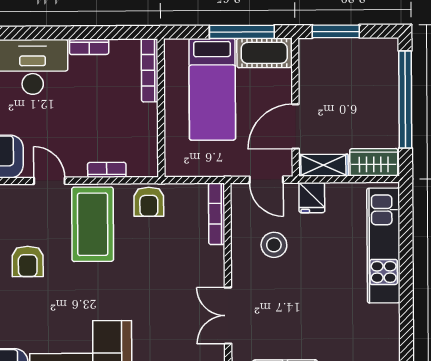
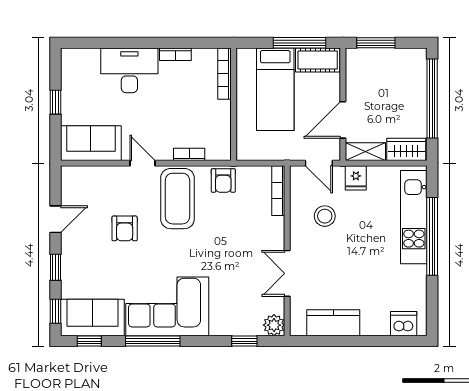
window: (406, 269) -> (432, 236), added

